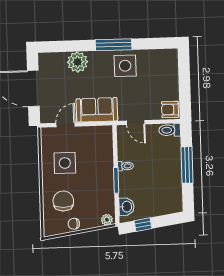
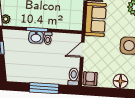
floor lamp: (170, 72) -> (120, 81), added
washbasin: (126, 207) -> (36, 37), moved

